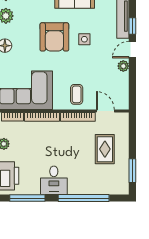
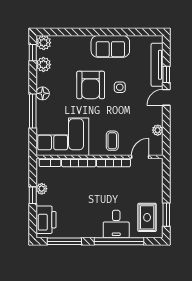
plant: (123, 66) -> (158, 130), moved
door: (105, 111) -> (140, 157), hinge flipped
rug: (105, 149) -> (147, 217), moved
desk: (54, 180) -> (116, 224), moved

